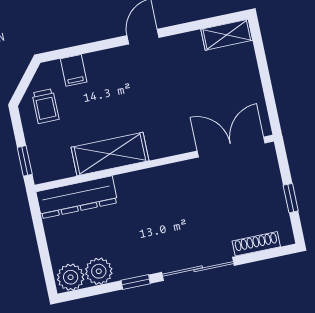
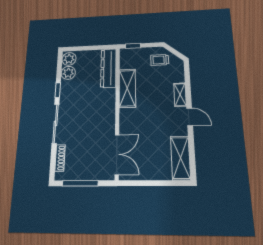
shelving: (227, 35) -> (180, 158), width x1.50, depth x1.33
shelving: (106, 59) -> (180, 95), added
filing cabinet: (74, 70) -> (177, 77), removed
window: (291, 198) -> (80, 183), width x2.17

